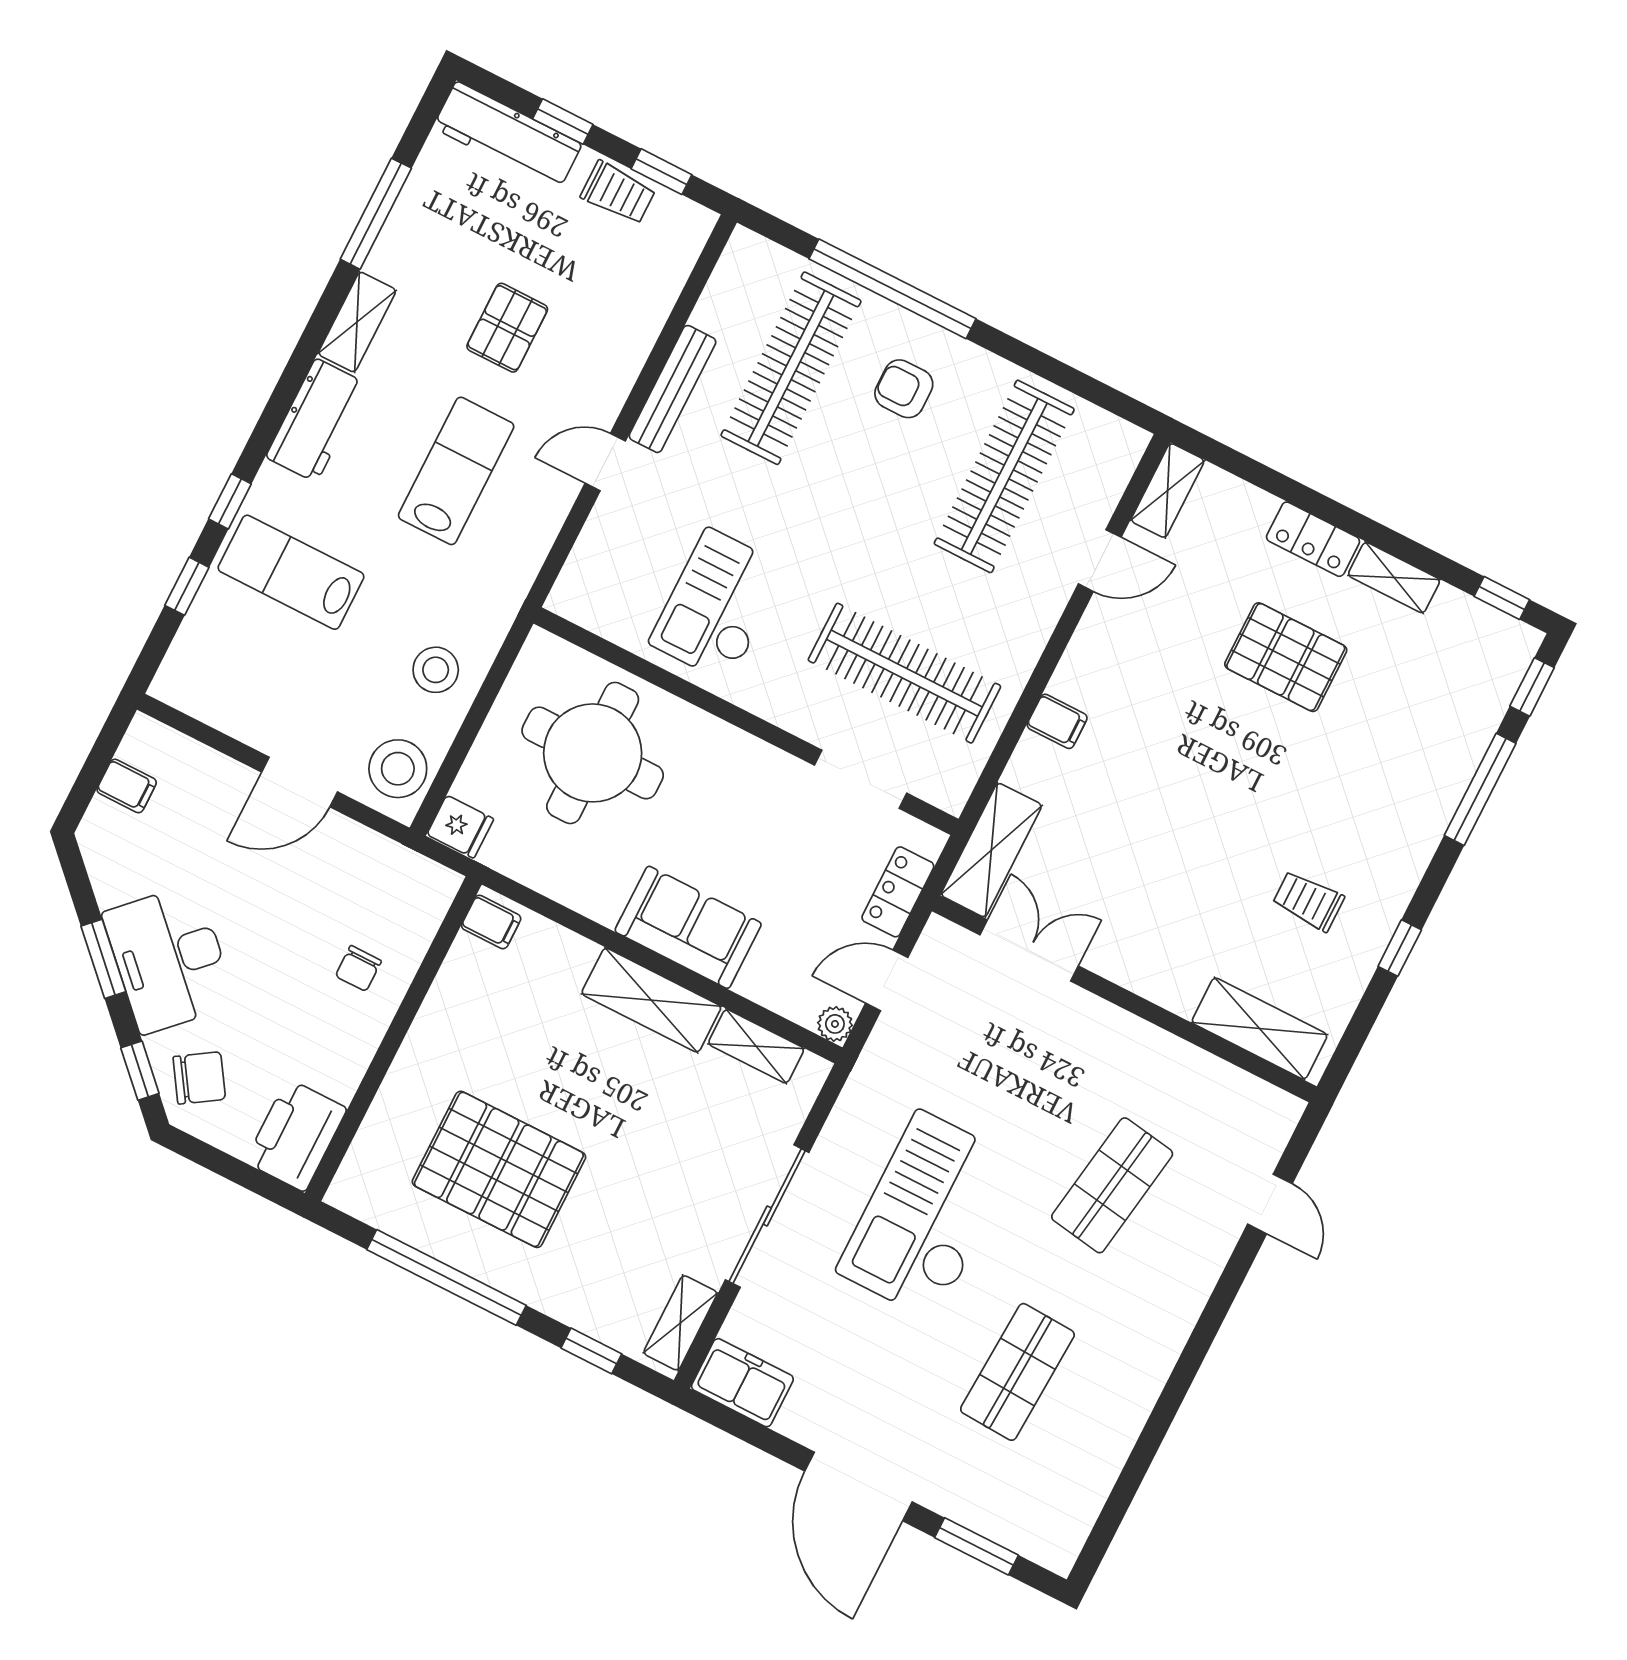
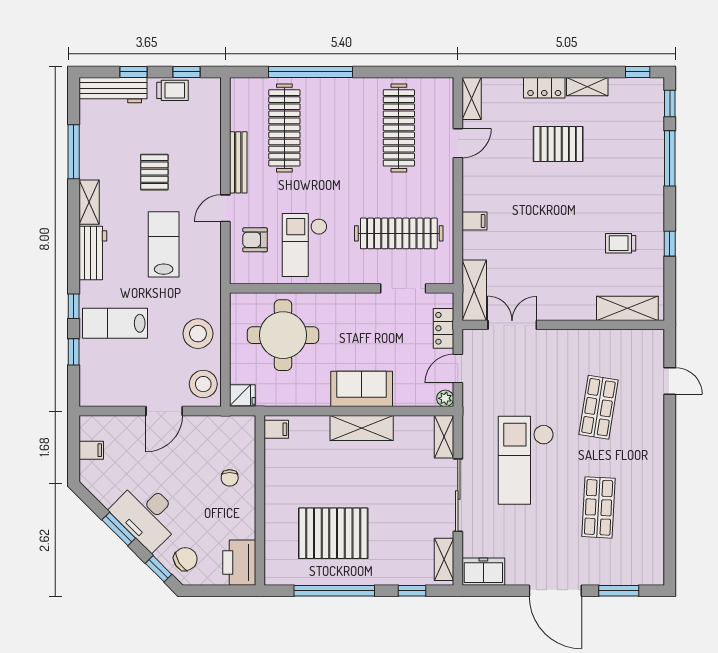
armchair: (904, 389) -> (255, 240), moved
stool: (436, 670) -> (198, 334), width x1.38, depth x1.38
shelving: (756, 1046) -> (444, 437), moved, turned 90

